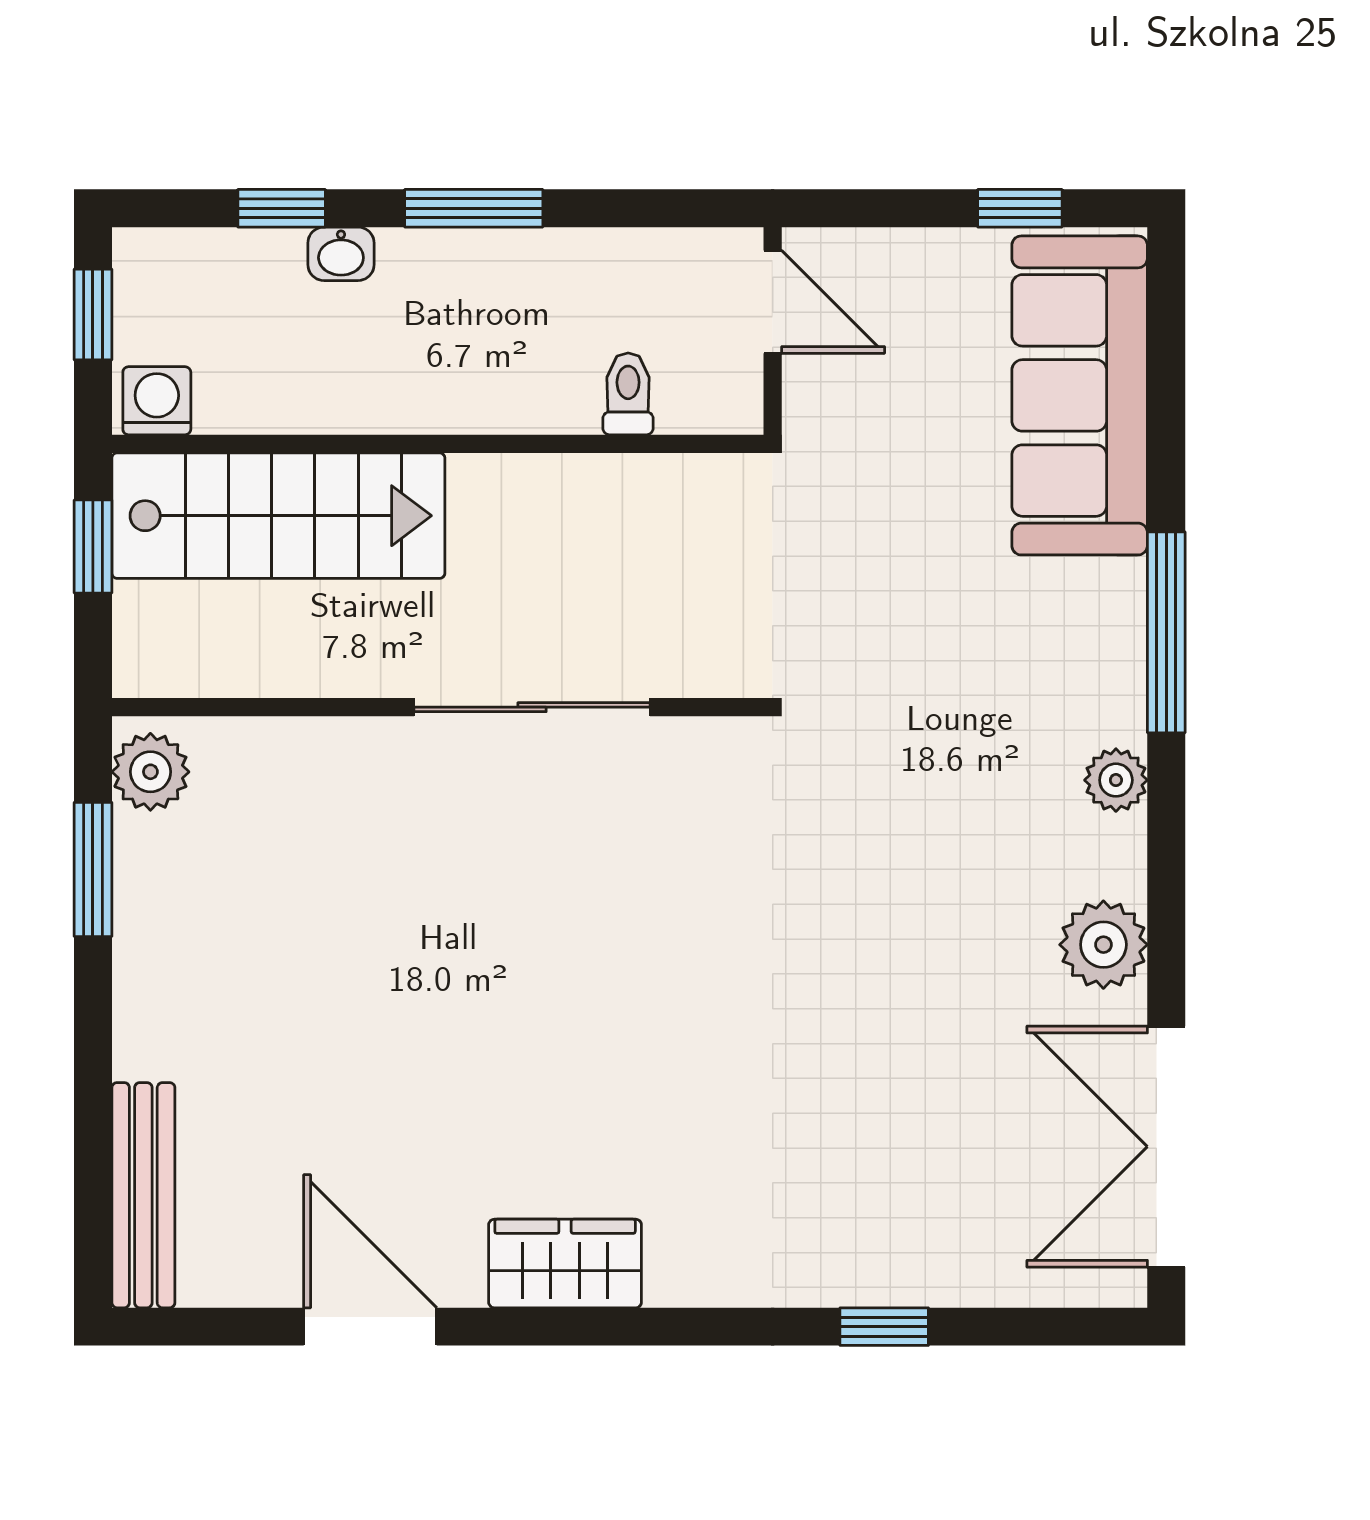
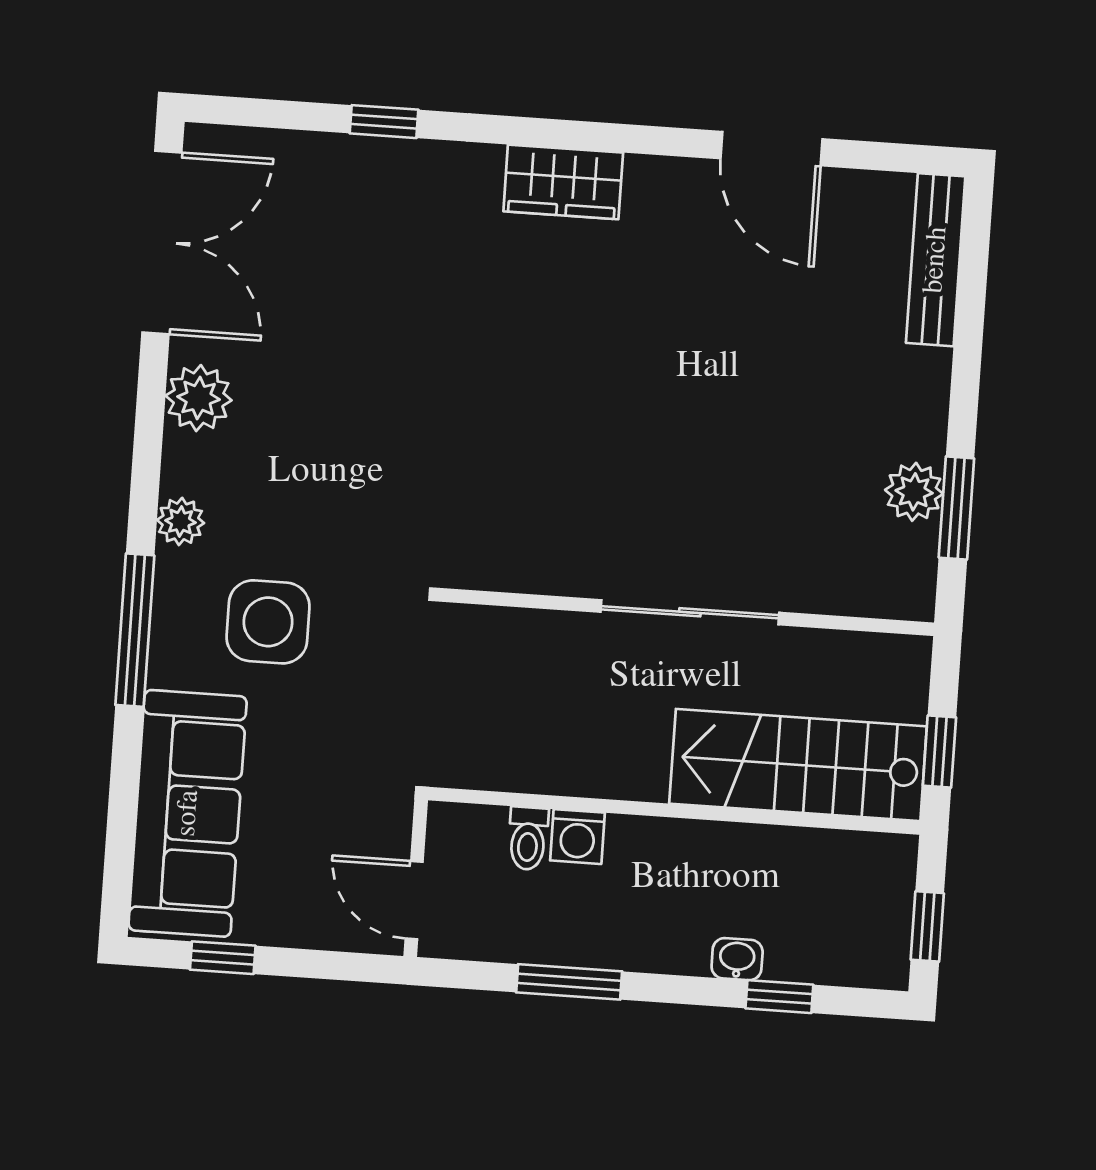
window: (474, 208) -> (569, 982), moved
washing machine: (157, 401) -> (577, 837), moved
side table: (991, 656) -> (268, 622), added
sliding door: (532, 707) -> (690, 612), moved
plant: (150, 772) -> (914, 492), moved
wardrobe: (565, 1264) -> (563, 182), moved

